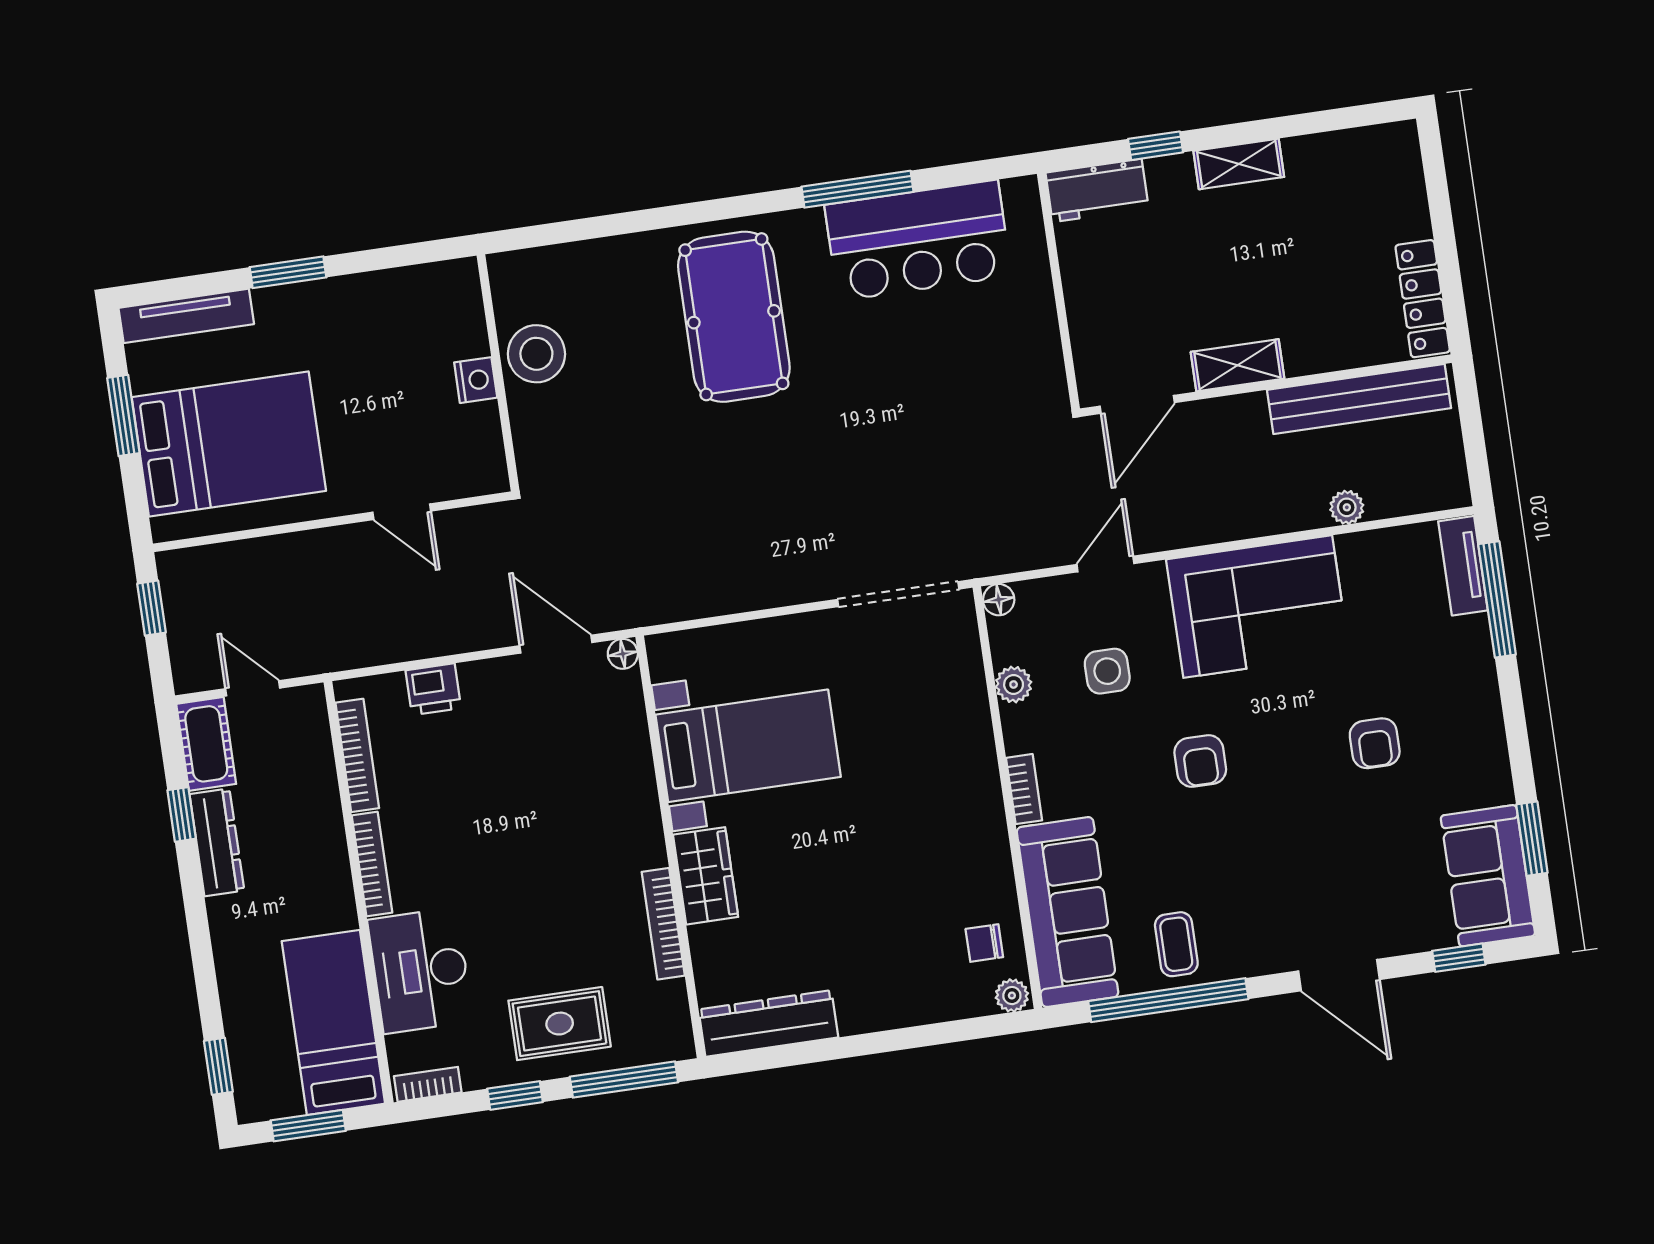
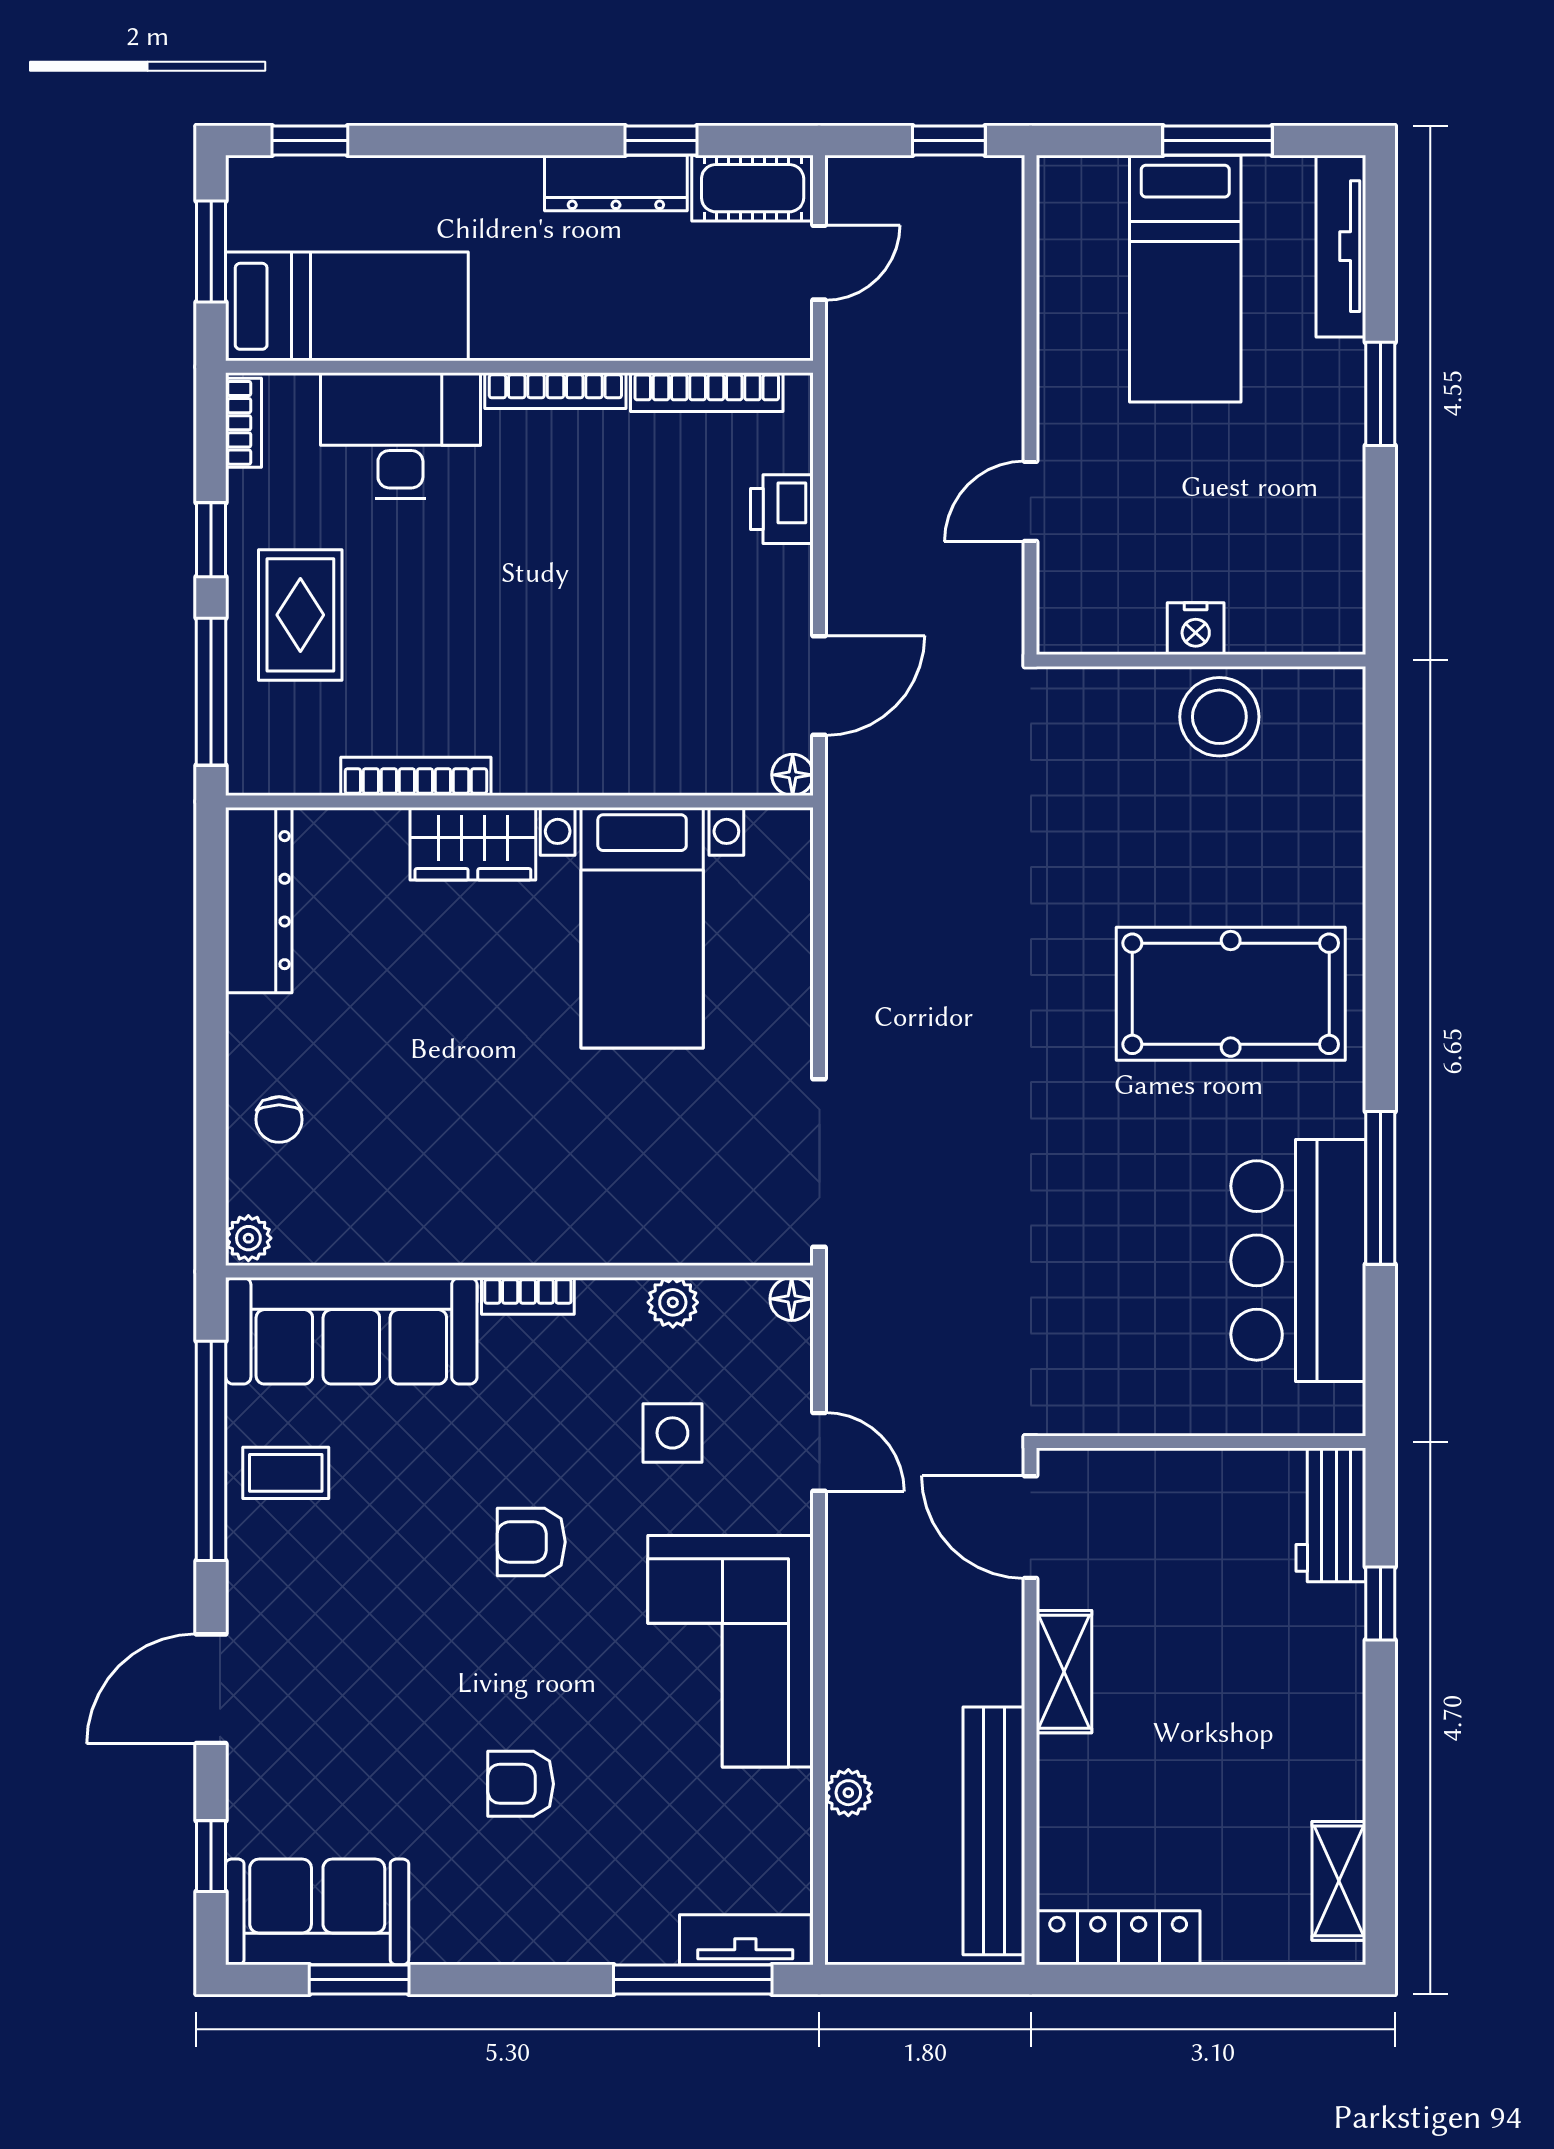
shelving: (1239, 164) -> (1339, 1881), moved
bed: (229, 444) -> (1185, 279), width x0.67
chair: (984, 943) -> (279, 1120), moved, turned 180

